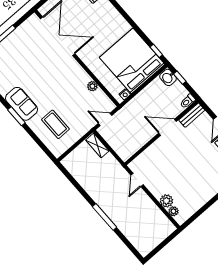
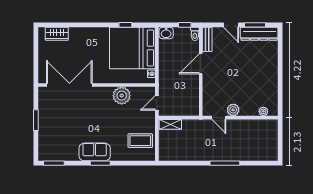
window: (156, 51) -> (125, 25), moved
window: (180, 78) -> (185, 25), moved
plant: (92, 86) -> (122, 96), width x1.88, depth x1.88
coffee table: (55, 124) -> (140, 141), moved
plant: (166, 201) -> (233, 110), moved

